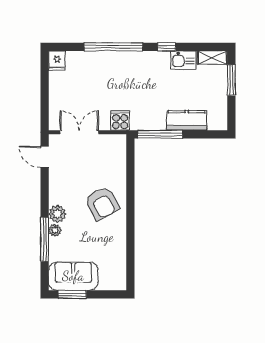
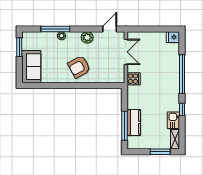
window: (160, 134) -> (125, 126), moved
plant: (57, 214) -> (87, 37), moved
sofa: (73, 276) -> (31, 67), moved

